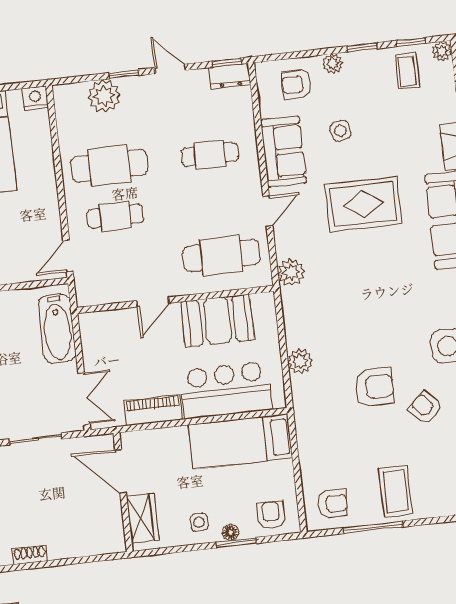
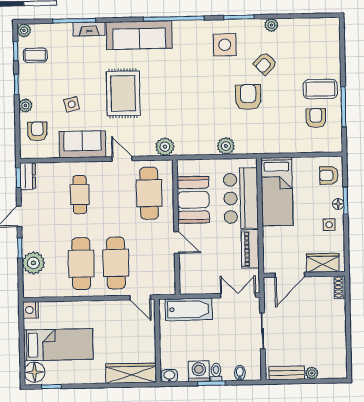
armchair: (296, 84) -> (37, 131), turned 180
cafe table: (115, 216) -> (116, 263), width x1.37, depth x1.35
armchair: (333, 504) -> (316, 118), moved
shoe rack: (30, 555) -> (340, 287), moved

